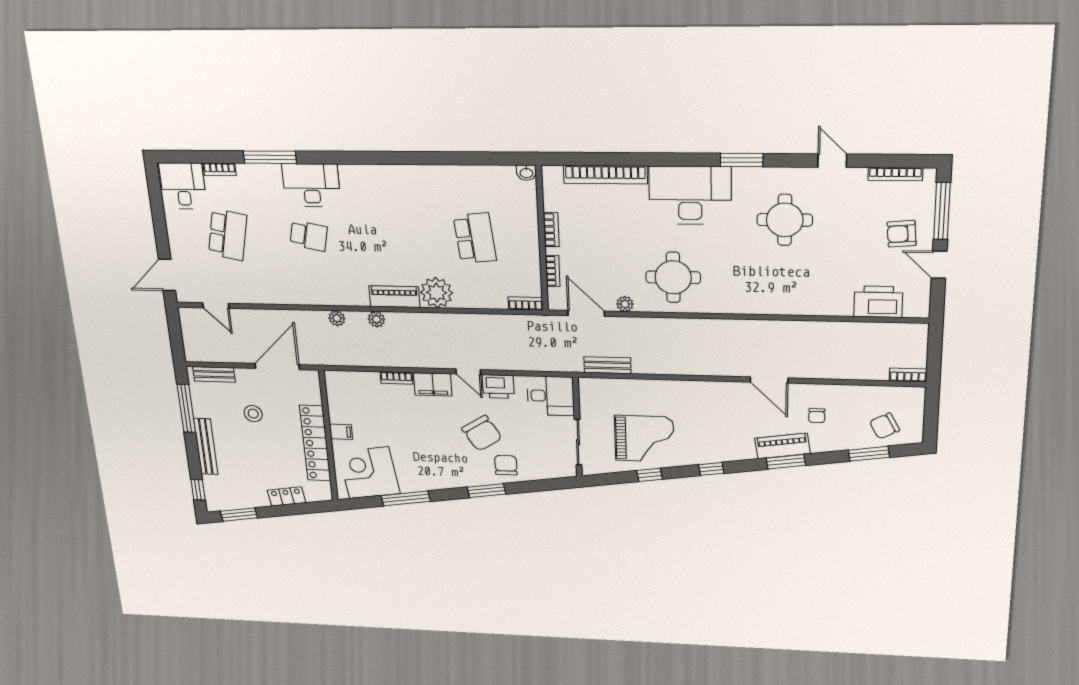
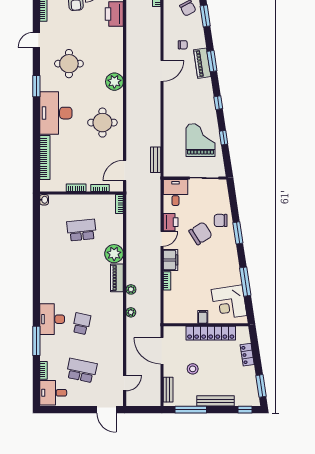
plant: (625, 304) -> (114, 82), moved, width x1.88, depth x1.88

